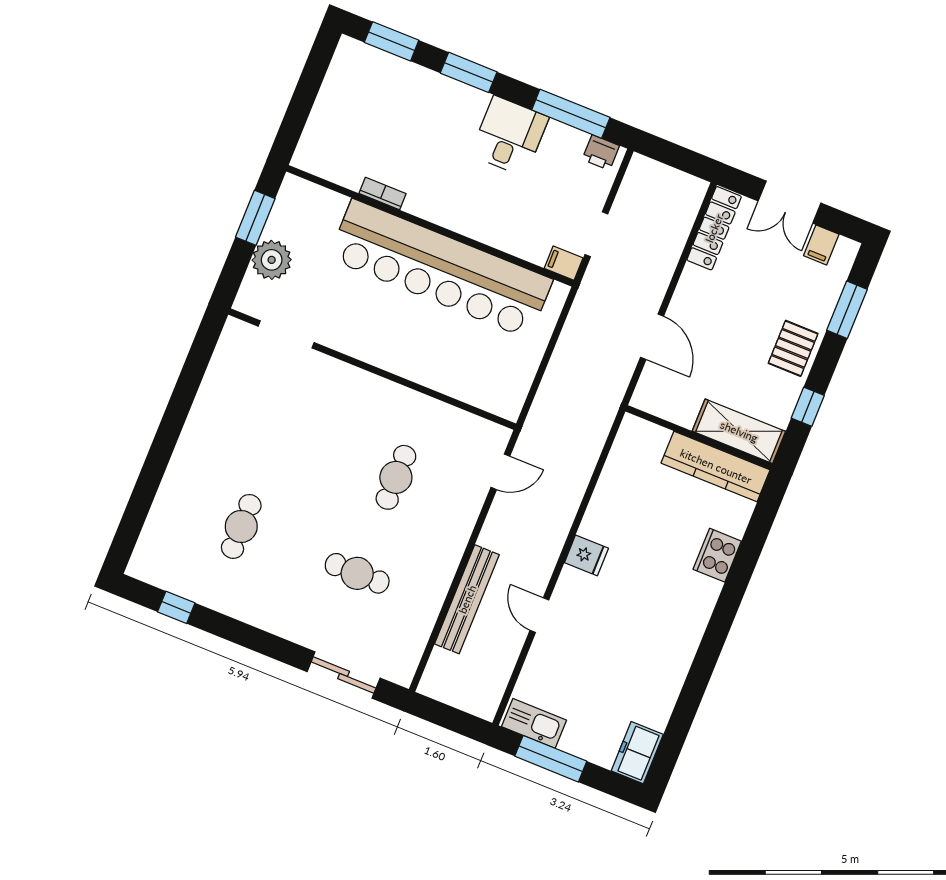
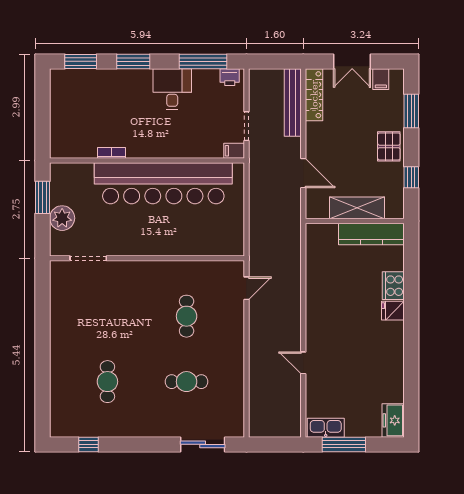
shelving: (739, 431) -> (357, 208), moved
fridge: (586, 555) -> (393, 311), moved, turned 180
bench: (467, 599) -> (293, 102), moved

